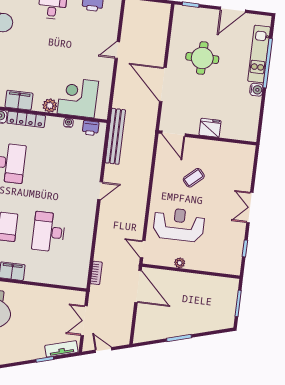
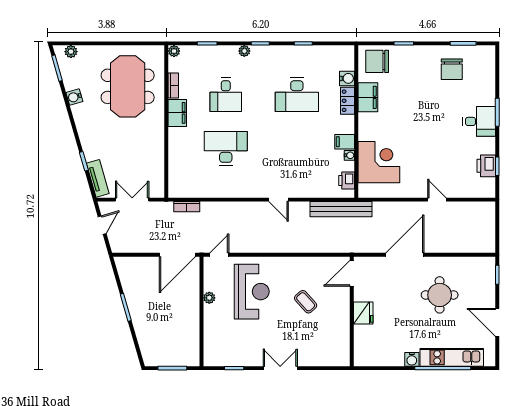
plant: (50, 106) -> (366, 132), removed
locker: (26, 119) -> (348, 101), width x0.66
filing cabinet: (56, 126) -> (345, 142), added

